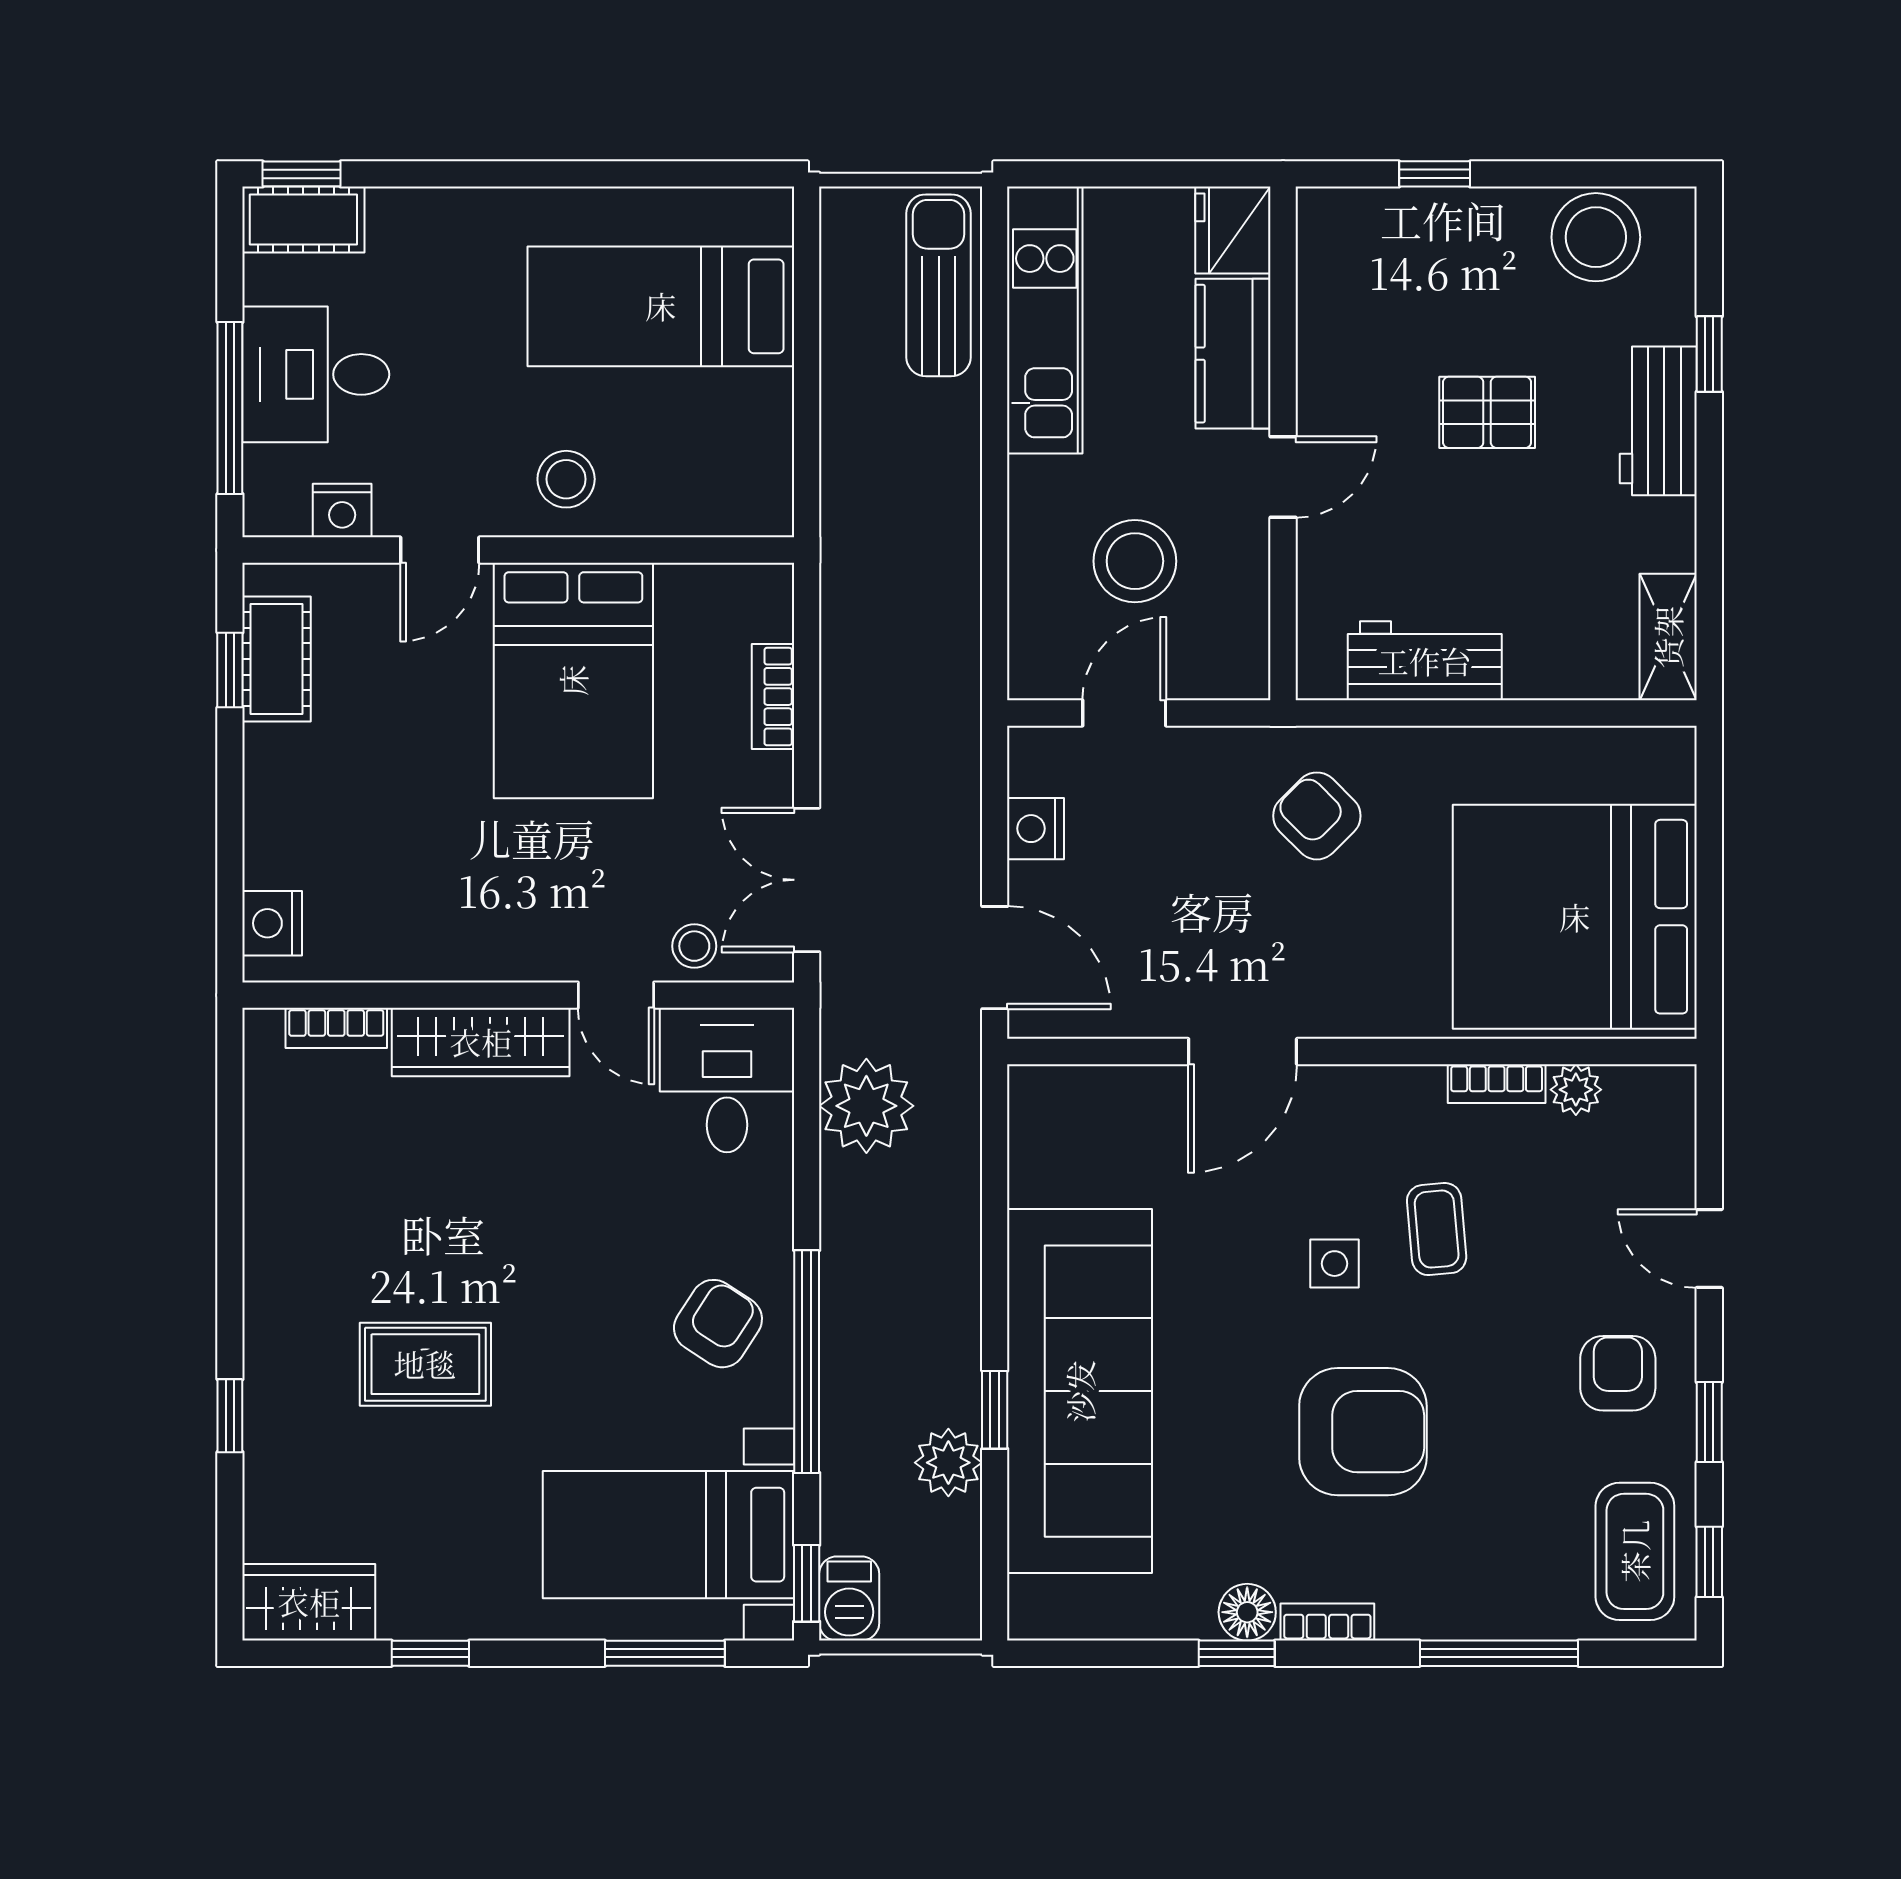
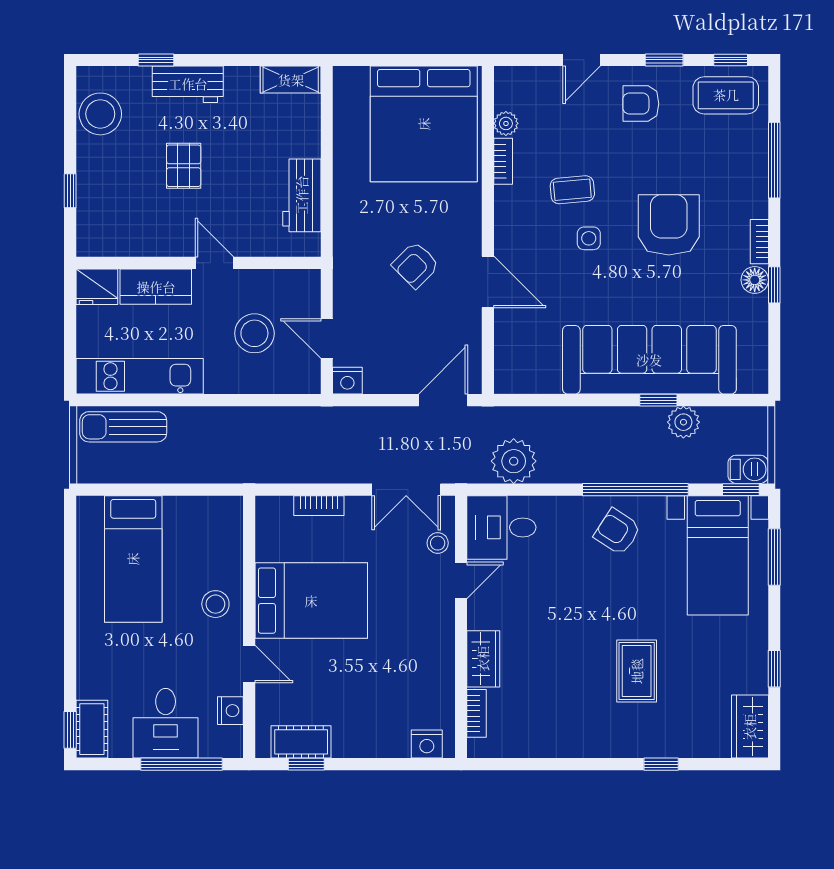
armchair: (1317, 816) -> (416, 265), moved
nightstand: (1036, 829) -> (347, 381), moved
wardrobe: (481, 1042) -> (483, 659), width x0.67

